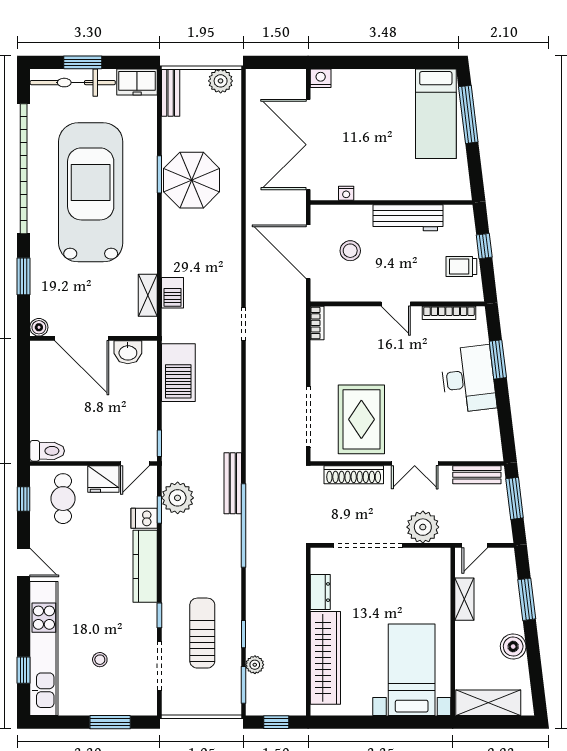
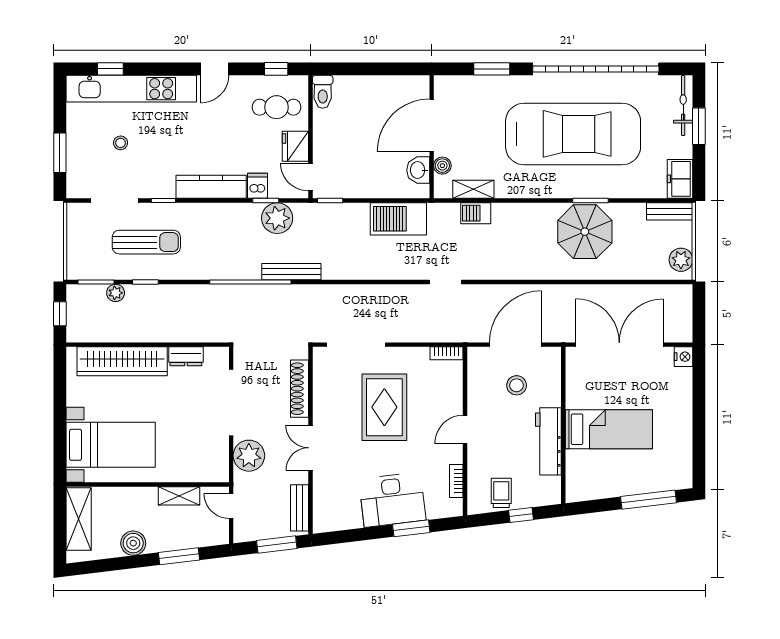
bicycle: (73, 83) -> (683, 106), width x0.73, depth x0.71
bed: (436, 114) -> (609, 429), moved, turned 180
nightstand: (346, 193) -> (572, 381), removed
bookcase: (449, 313) -> (456, 481), width x0.64
boiler: (39, 327) -> (442, 166), moved
rug: (361, 419) -> (384, 407), moved, turned 90

